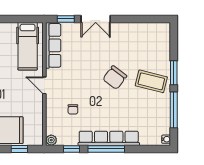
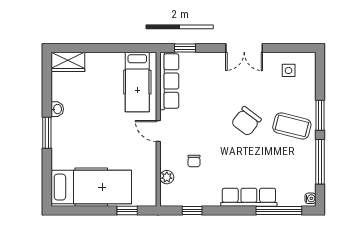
double door: (96, 19) -> (244, 48), moved
side table: (149, 37) -> (289, 70), added
row of seats: (109, 138) -> (249, 197), width x0.73
plant: (51, 140) -> (167, 177), moved
window: (106, 149) -> (279, 210), moved

